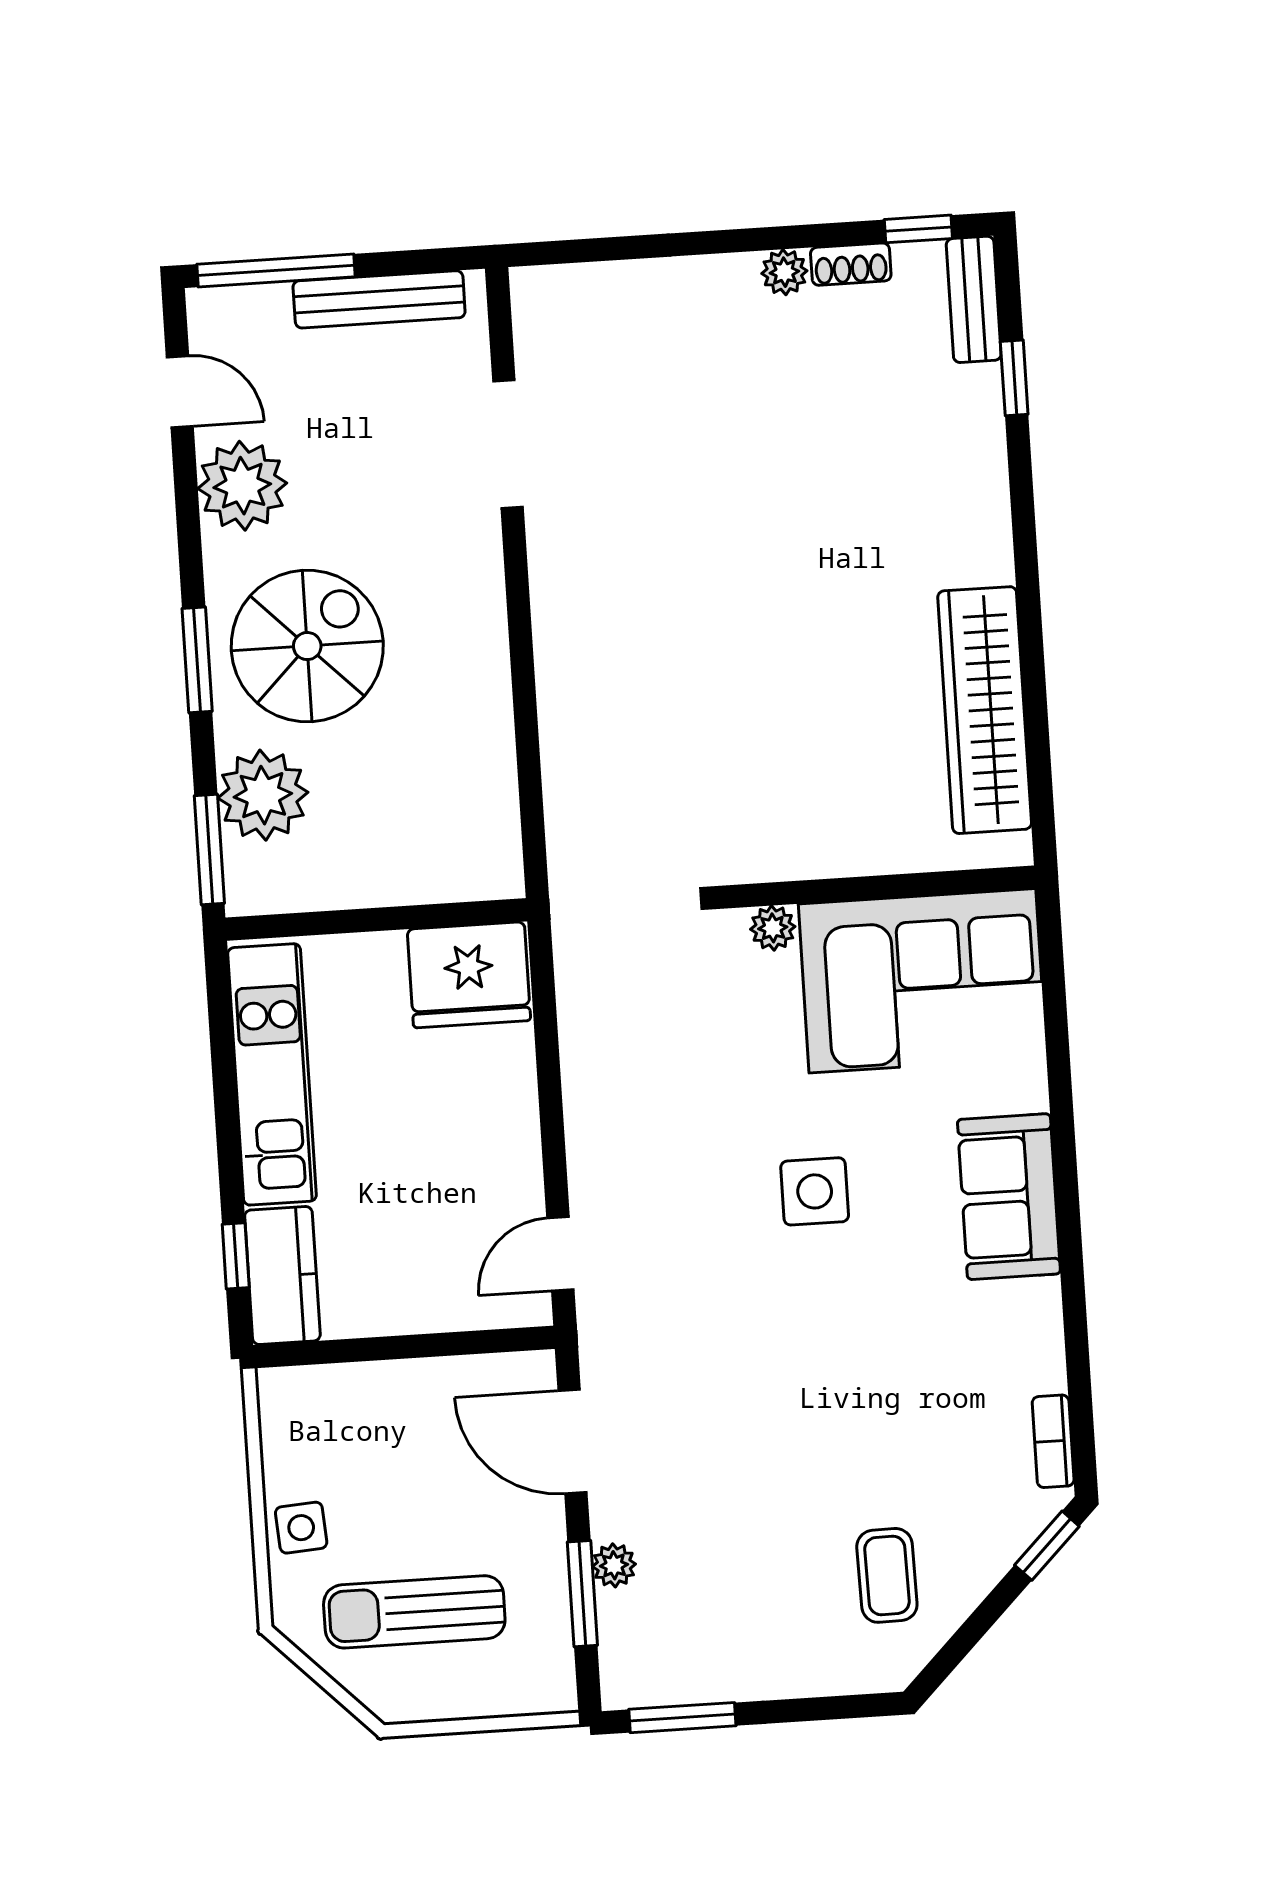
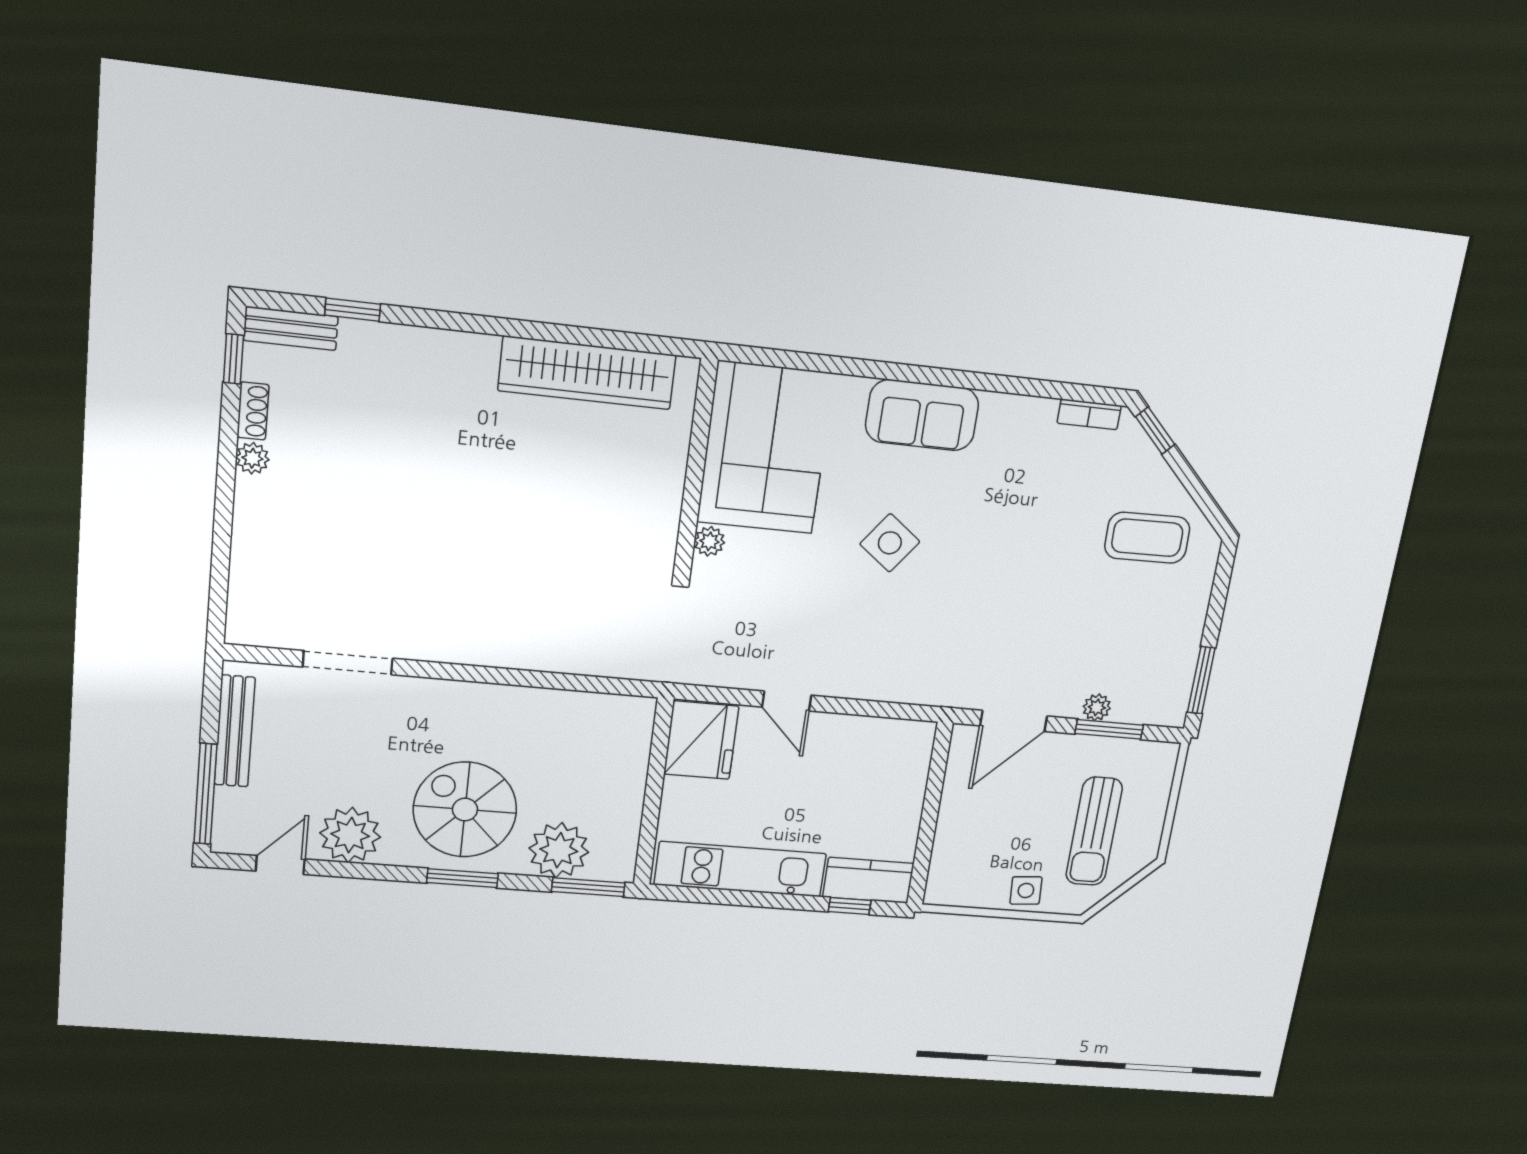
side table: (815, 1191) -> (890, 543), turned 37
door: (560, 1254) -> (787, 701), moved
coffee table: (887, 1575) -> (1147, 538), width x1.36, depth x1.30

